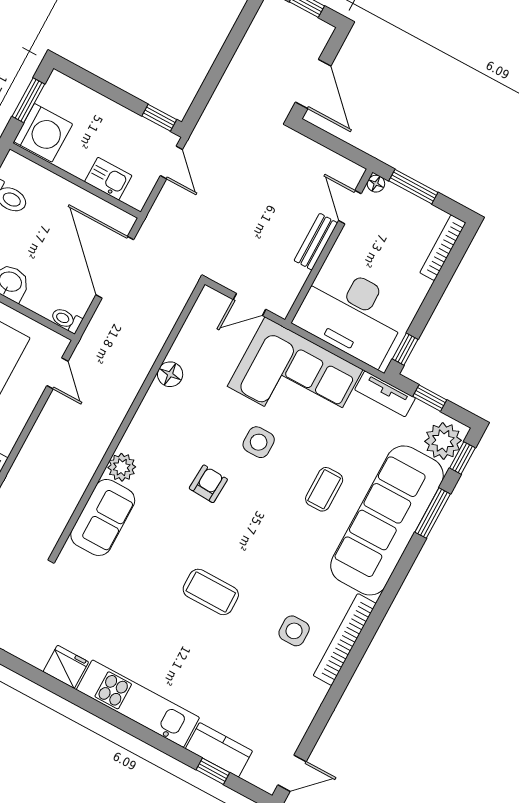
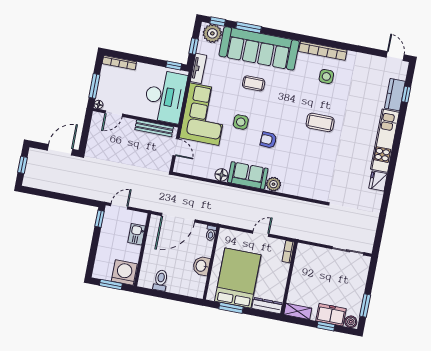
bench: (316, 242) -> (154, 128), moved, width x1.36
door: (57, 373) -> (261, 234), moved
sofa: (103, 517) -> (248, 175), moved
coffee table: (211, 592) -> (320, 122), turned 90

